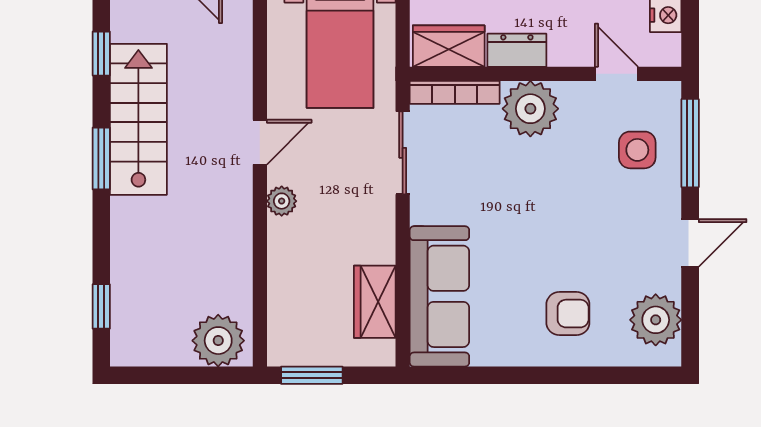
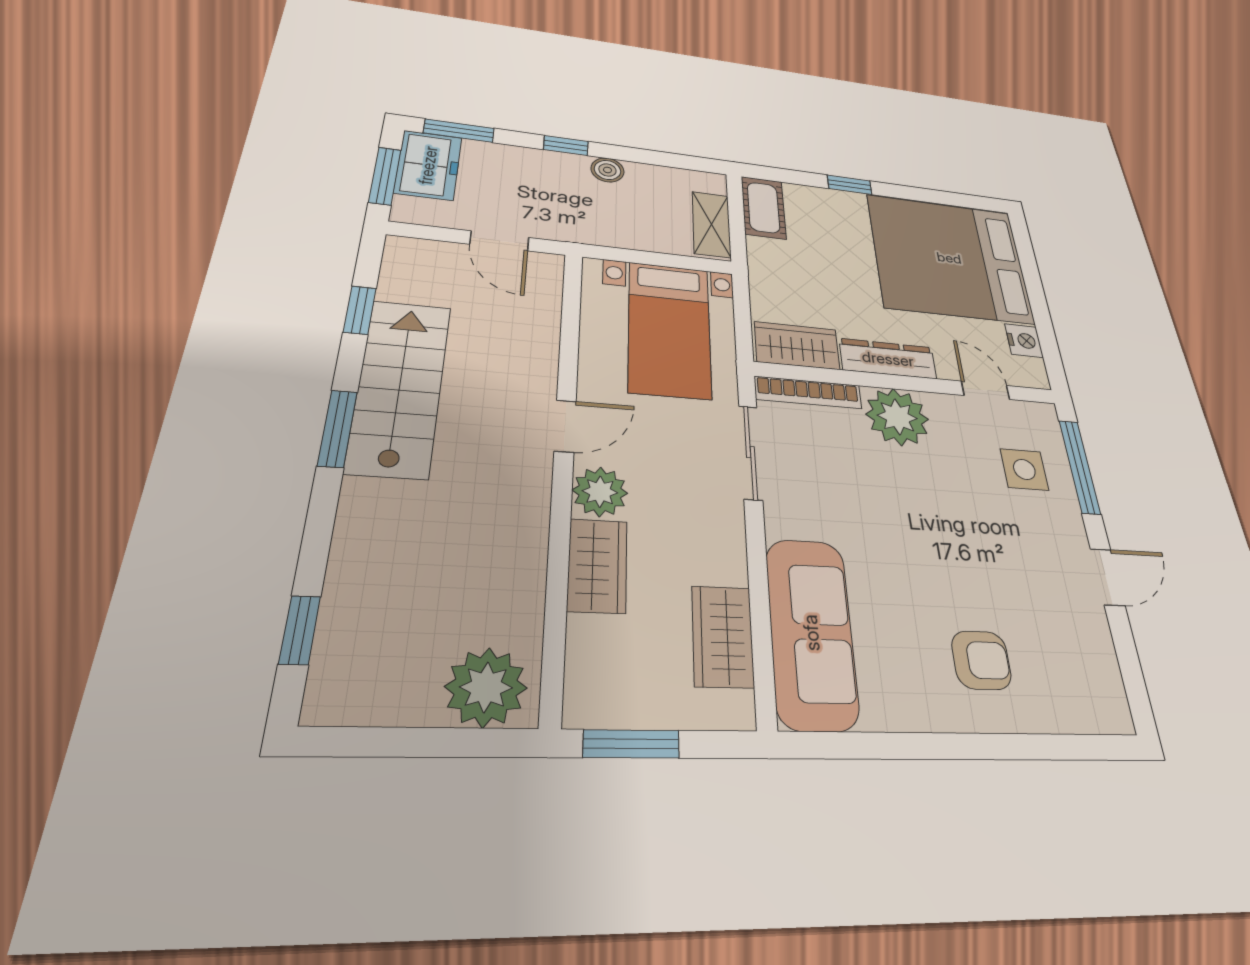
dresser: (517, 50) -> (888, 359), width x1.44
plant: (282, 201) -> (600, 492), width x1.38, depth x1.38
wardrobe: (287, 253) -> (597, 566), added
plant: (656, 320) -> (1091, 671), removed

